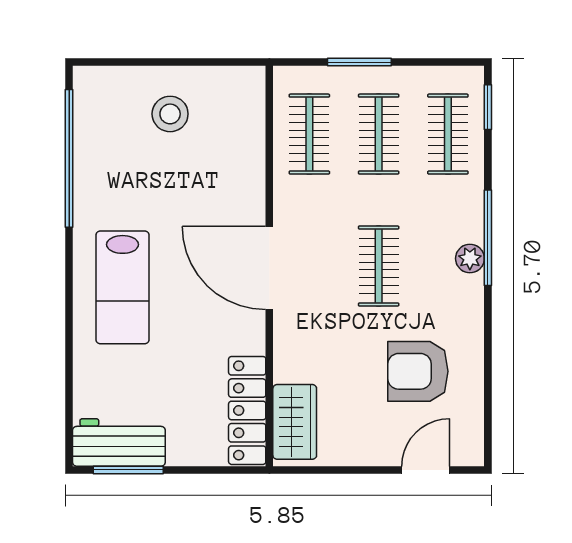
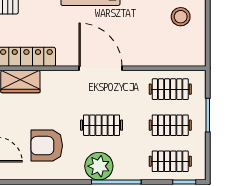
plant: (470, 259) -> (99, 166), width x1.88, depth x1.88
door: (269, 268) -> (100, 68), hinge flipped
armchair: (418, 371) -> (47, 146), turned -90

